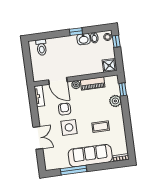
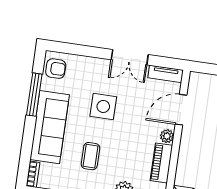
armchair: (65, 109) -> (56, 69), moved
double door: (38, 138) -> (130, 57), moved

